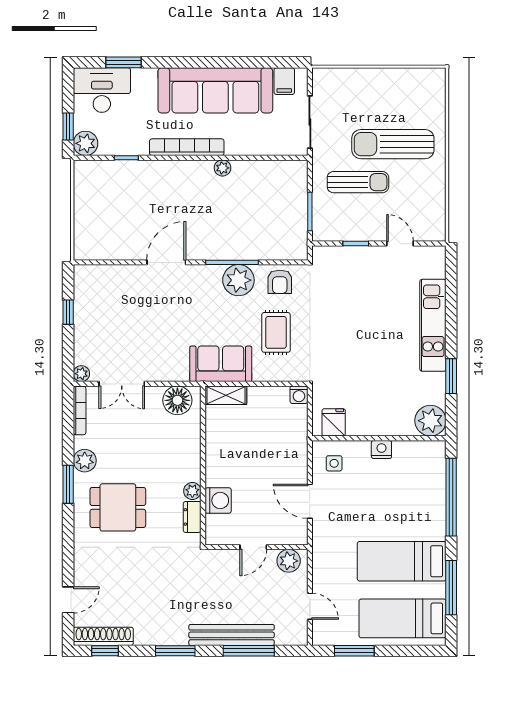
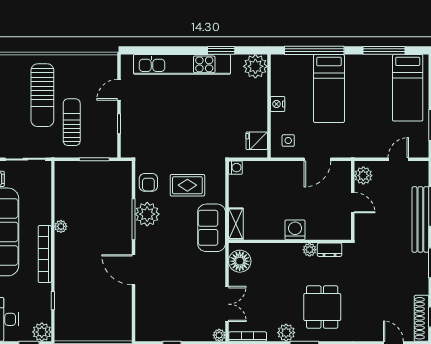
armchair: (280, 282) -> (148, 182), turned 90
kitchen unit: (433, 325) -> (182, 64), width x1.36
washing machine: (218, 500) -> (295, 230), moved
bed: (402, 561) -> (329, 88), moved

